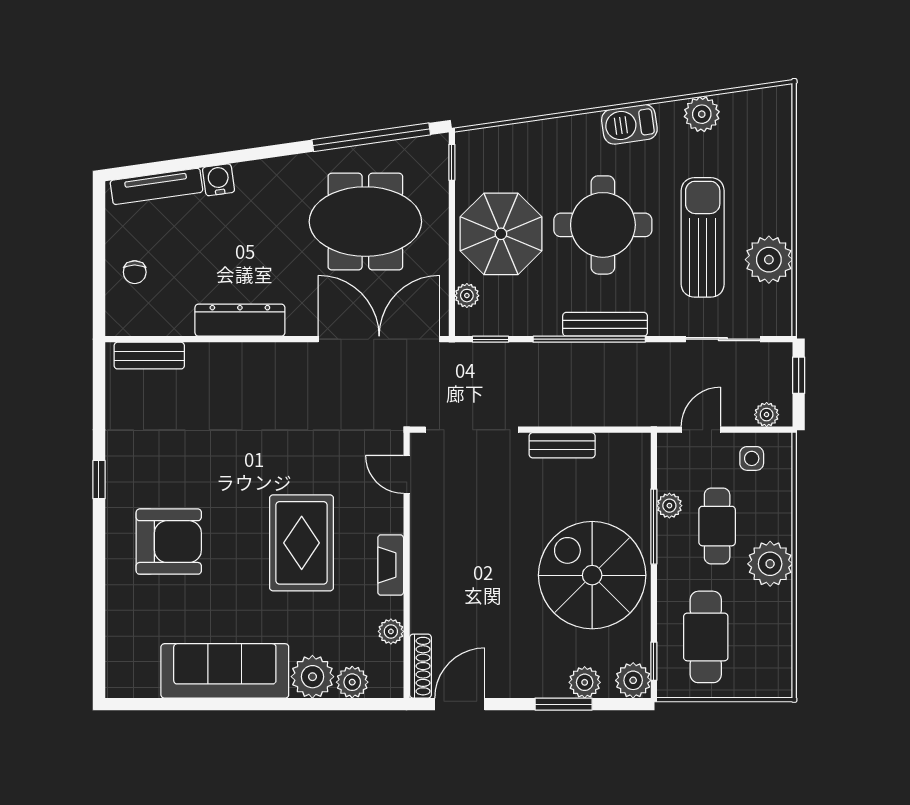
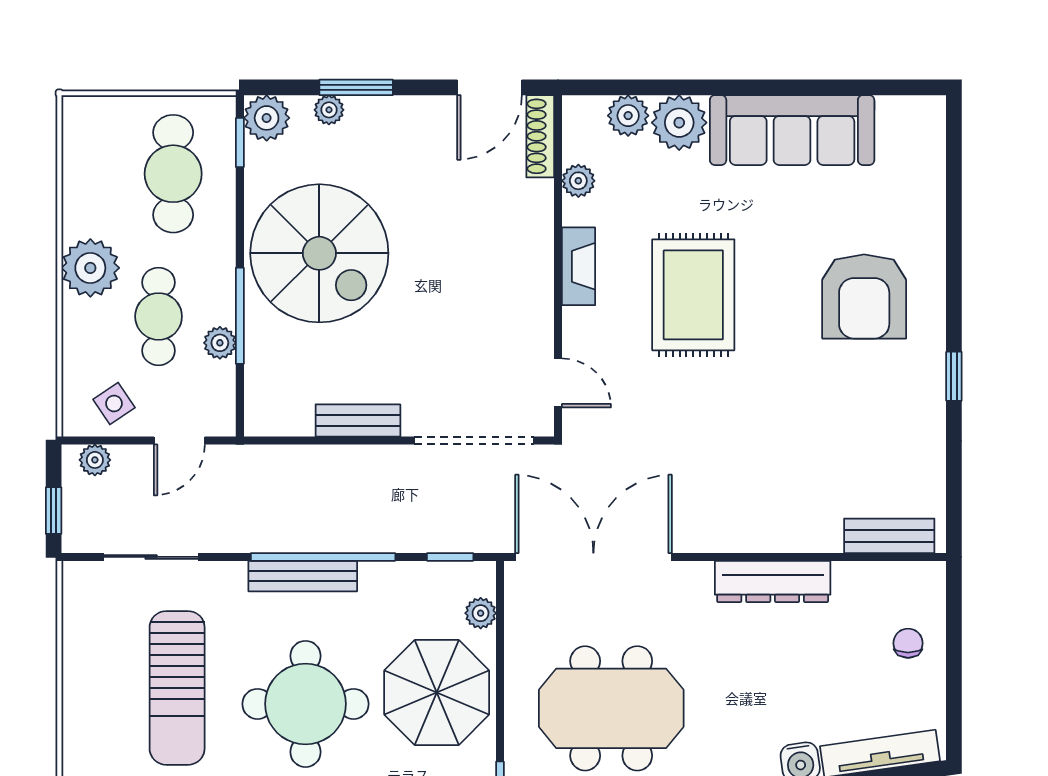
plant: (769, 260) -> (92, 659), removed
double door: (379, 339) -> (593, 557), swing flipped
side table: (752, 458) -> (114, 403), turned -34
armchair: (169, 542) -> (864, 297), turned -90
plant: (585, 682) -> (329, 110), width x0.73, depth x0.73

